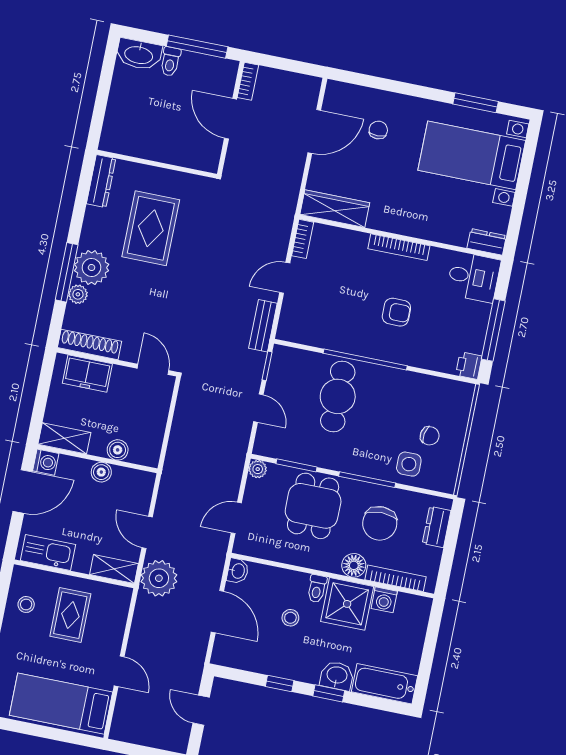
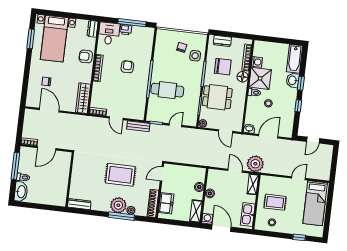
armchair: (427, 222) -> (86, 56), added
rug: (151, 228) -> (120, 175), moved
printer: (469, 366) -> (126, 30), moved
door: (147, 532) -> (235, 171), swing flipped

